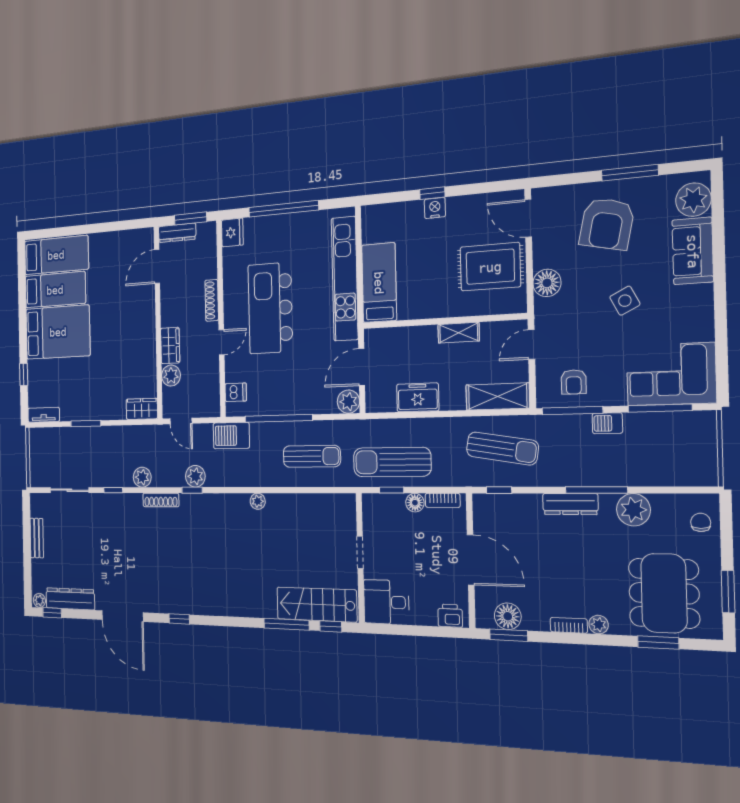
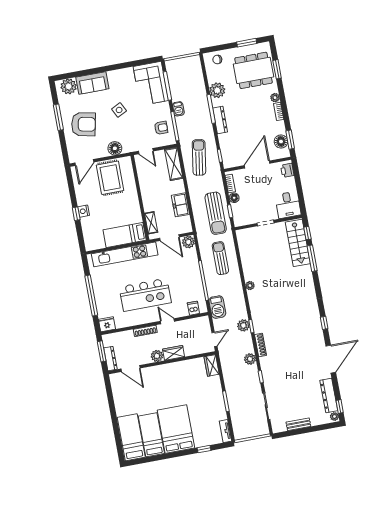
shelving: (459, 333) -> (151, 223), moved
plant: (171, 376) -> (157, 356), moved

